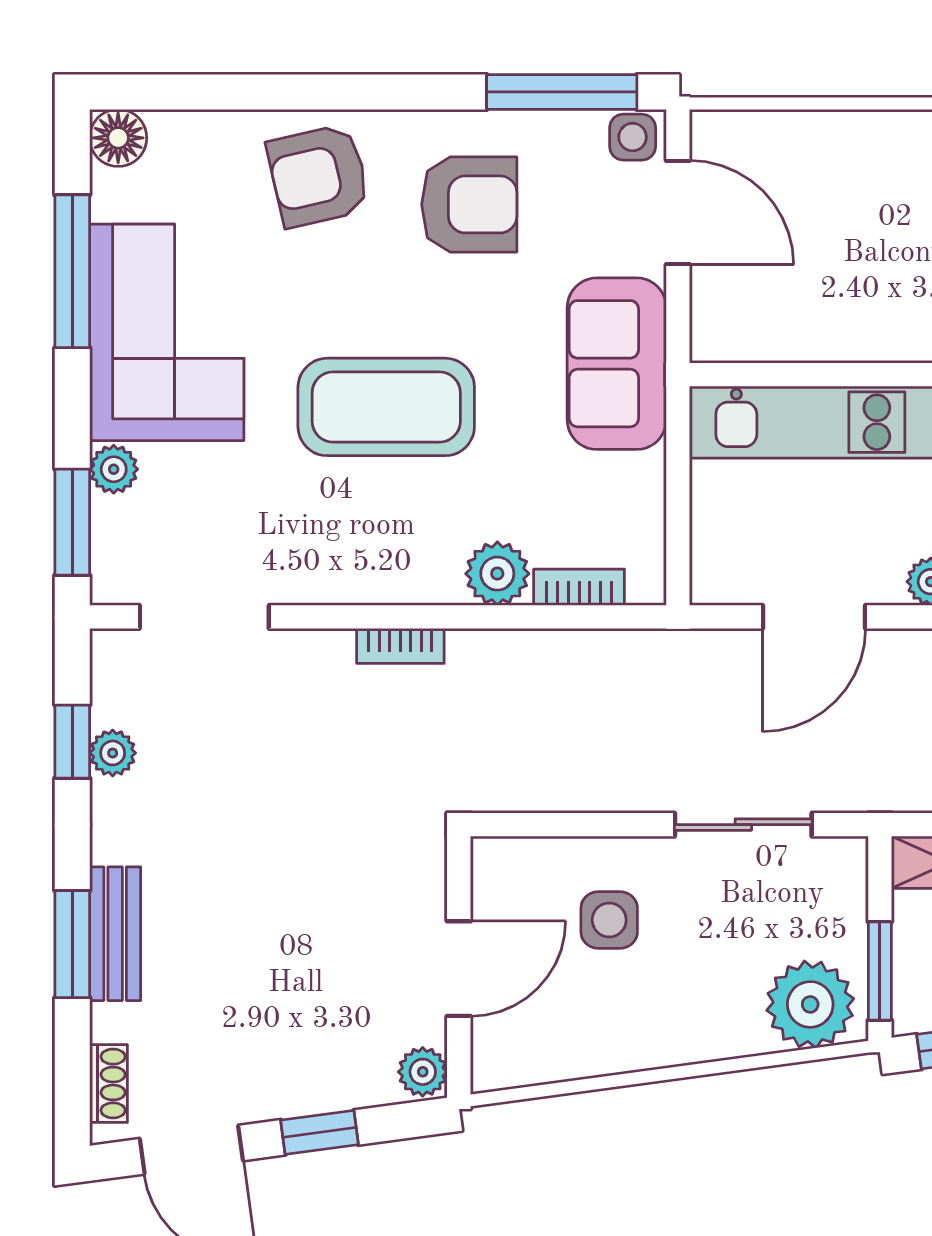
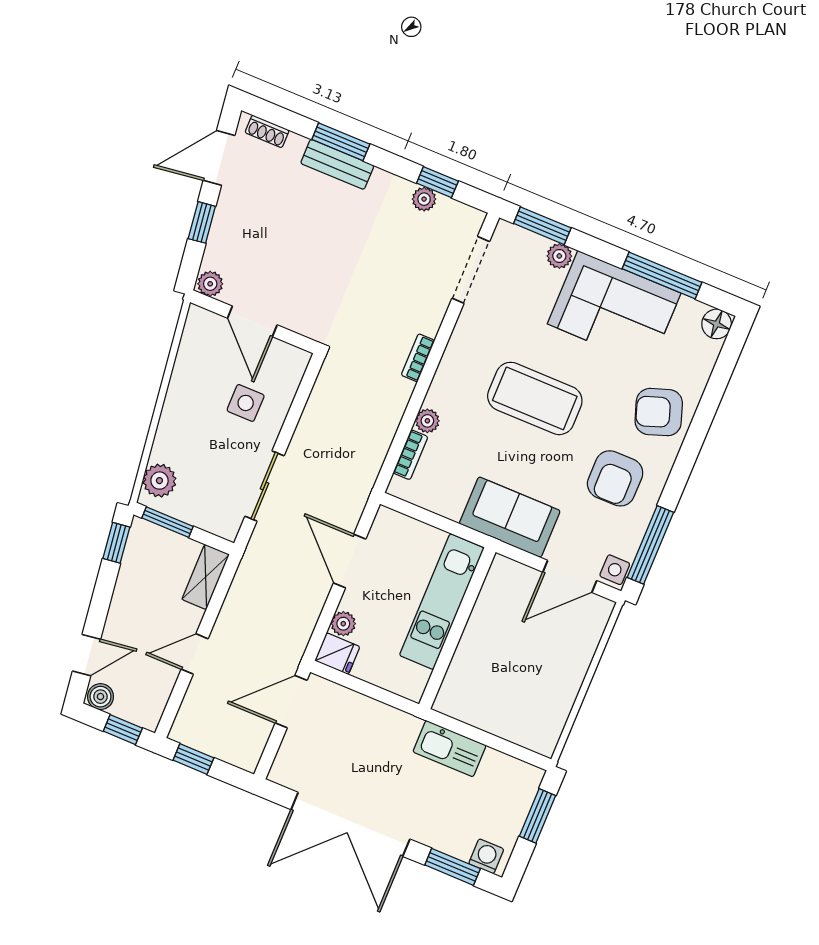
armchair: (318, 176) -> (659, 412), turned -96
coffee table: (386, 407) -> (535, 398), turned 90
plant: (497, 574) -> (427, 421), width x0.73, depth x0.73
plant: (810, 1004) -> (159, 481), width x0.73, depth x0.73

